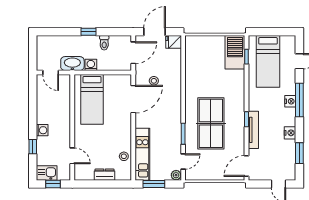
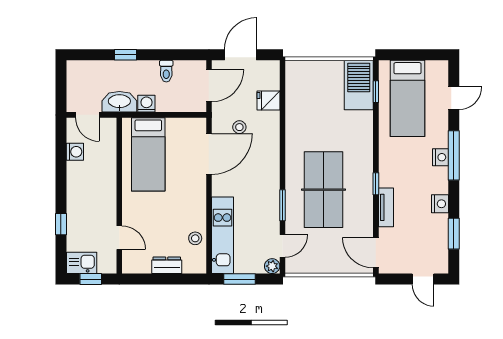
window: (88, 32) -> (126, 55), moved
fridge: (174, 42) -> (268, 101), moved
washing machine: (42, 130) -> (75, 152), moved
tv unit: (253, 130) -> (386, 207), width x0.71
door: (246, 166) -> (376, 253), hinge flipped

